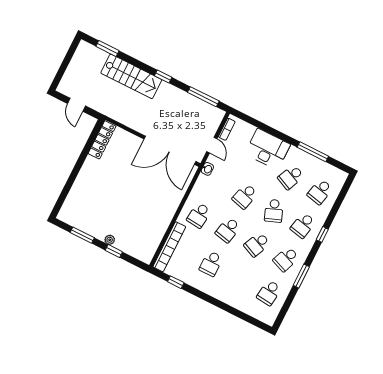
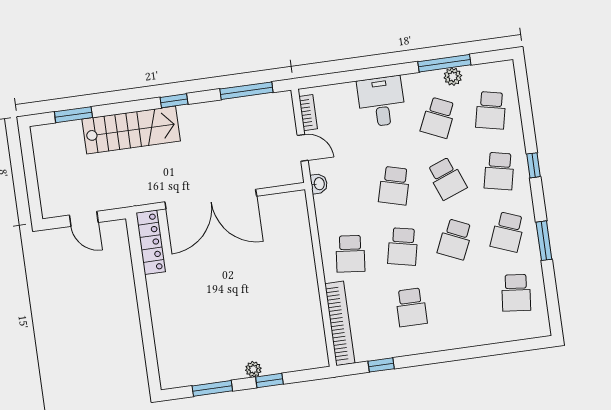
desk: (268, 149) -> (381, 101), width x0.73
double door: (170, 150) -> (211, 199), moved
plant: (312, 161) -> (453, 77), added

